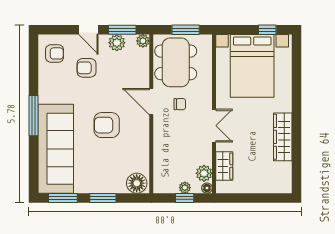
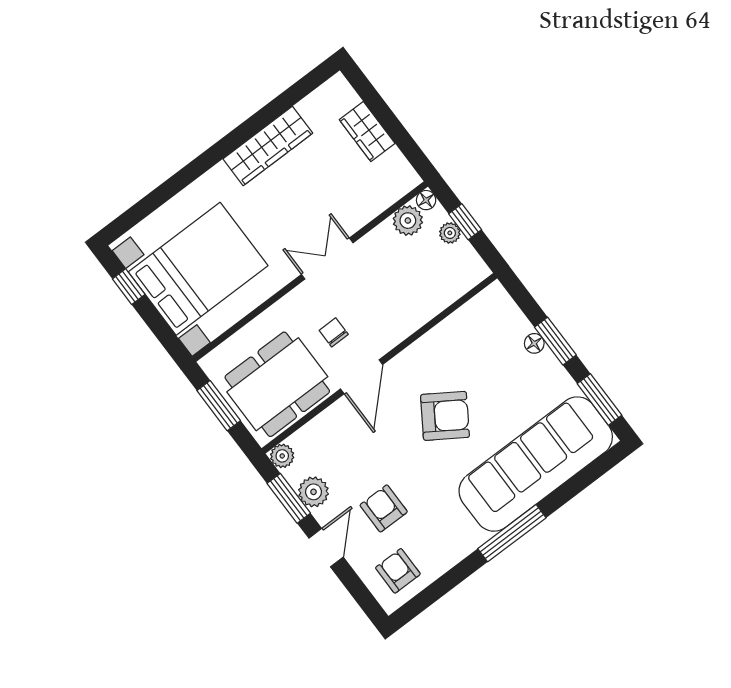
armchair: (86, 68) -> (384, 508), turned 180
armchair: (107, 125) -> (445, 416), turned -57
wardrobe: (224, 166) -> (367, 132), moved, turned -90
floor lamp: (137, 183) -> (534, 343), moved, width x0.53, depth x0.53

